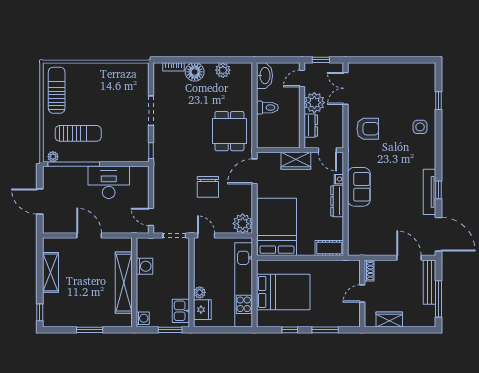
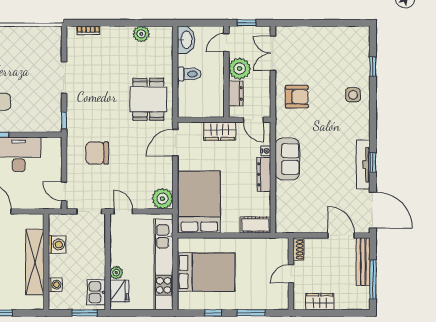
floor lamp: (195, 72) -> (111, 36), removed
chair: (208, 187) -> (97, 153), moved, turned 90
washing machine: (143, 318) -> (55, 285), moved

